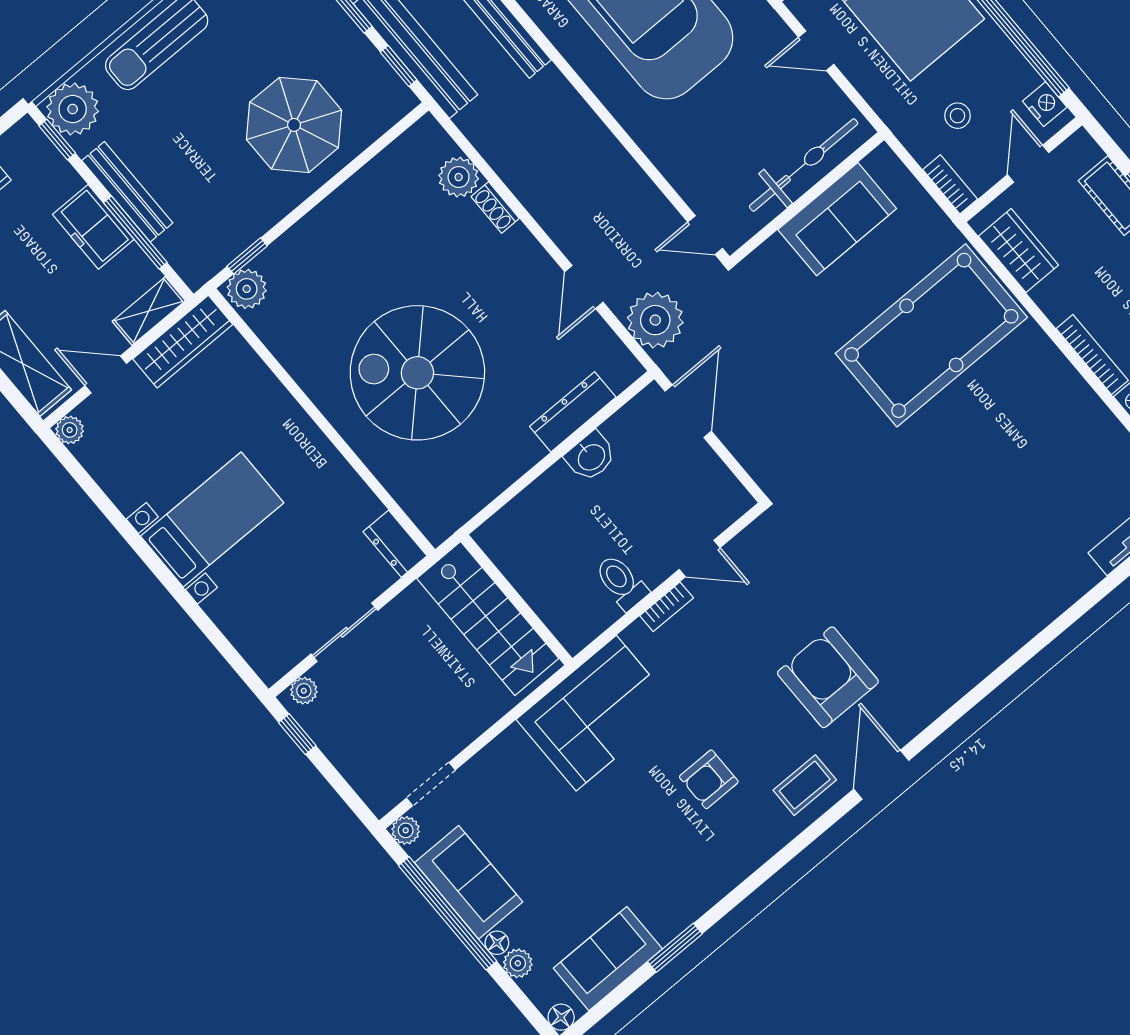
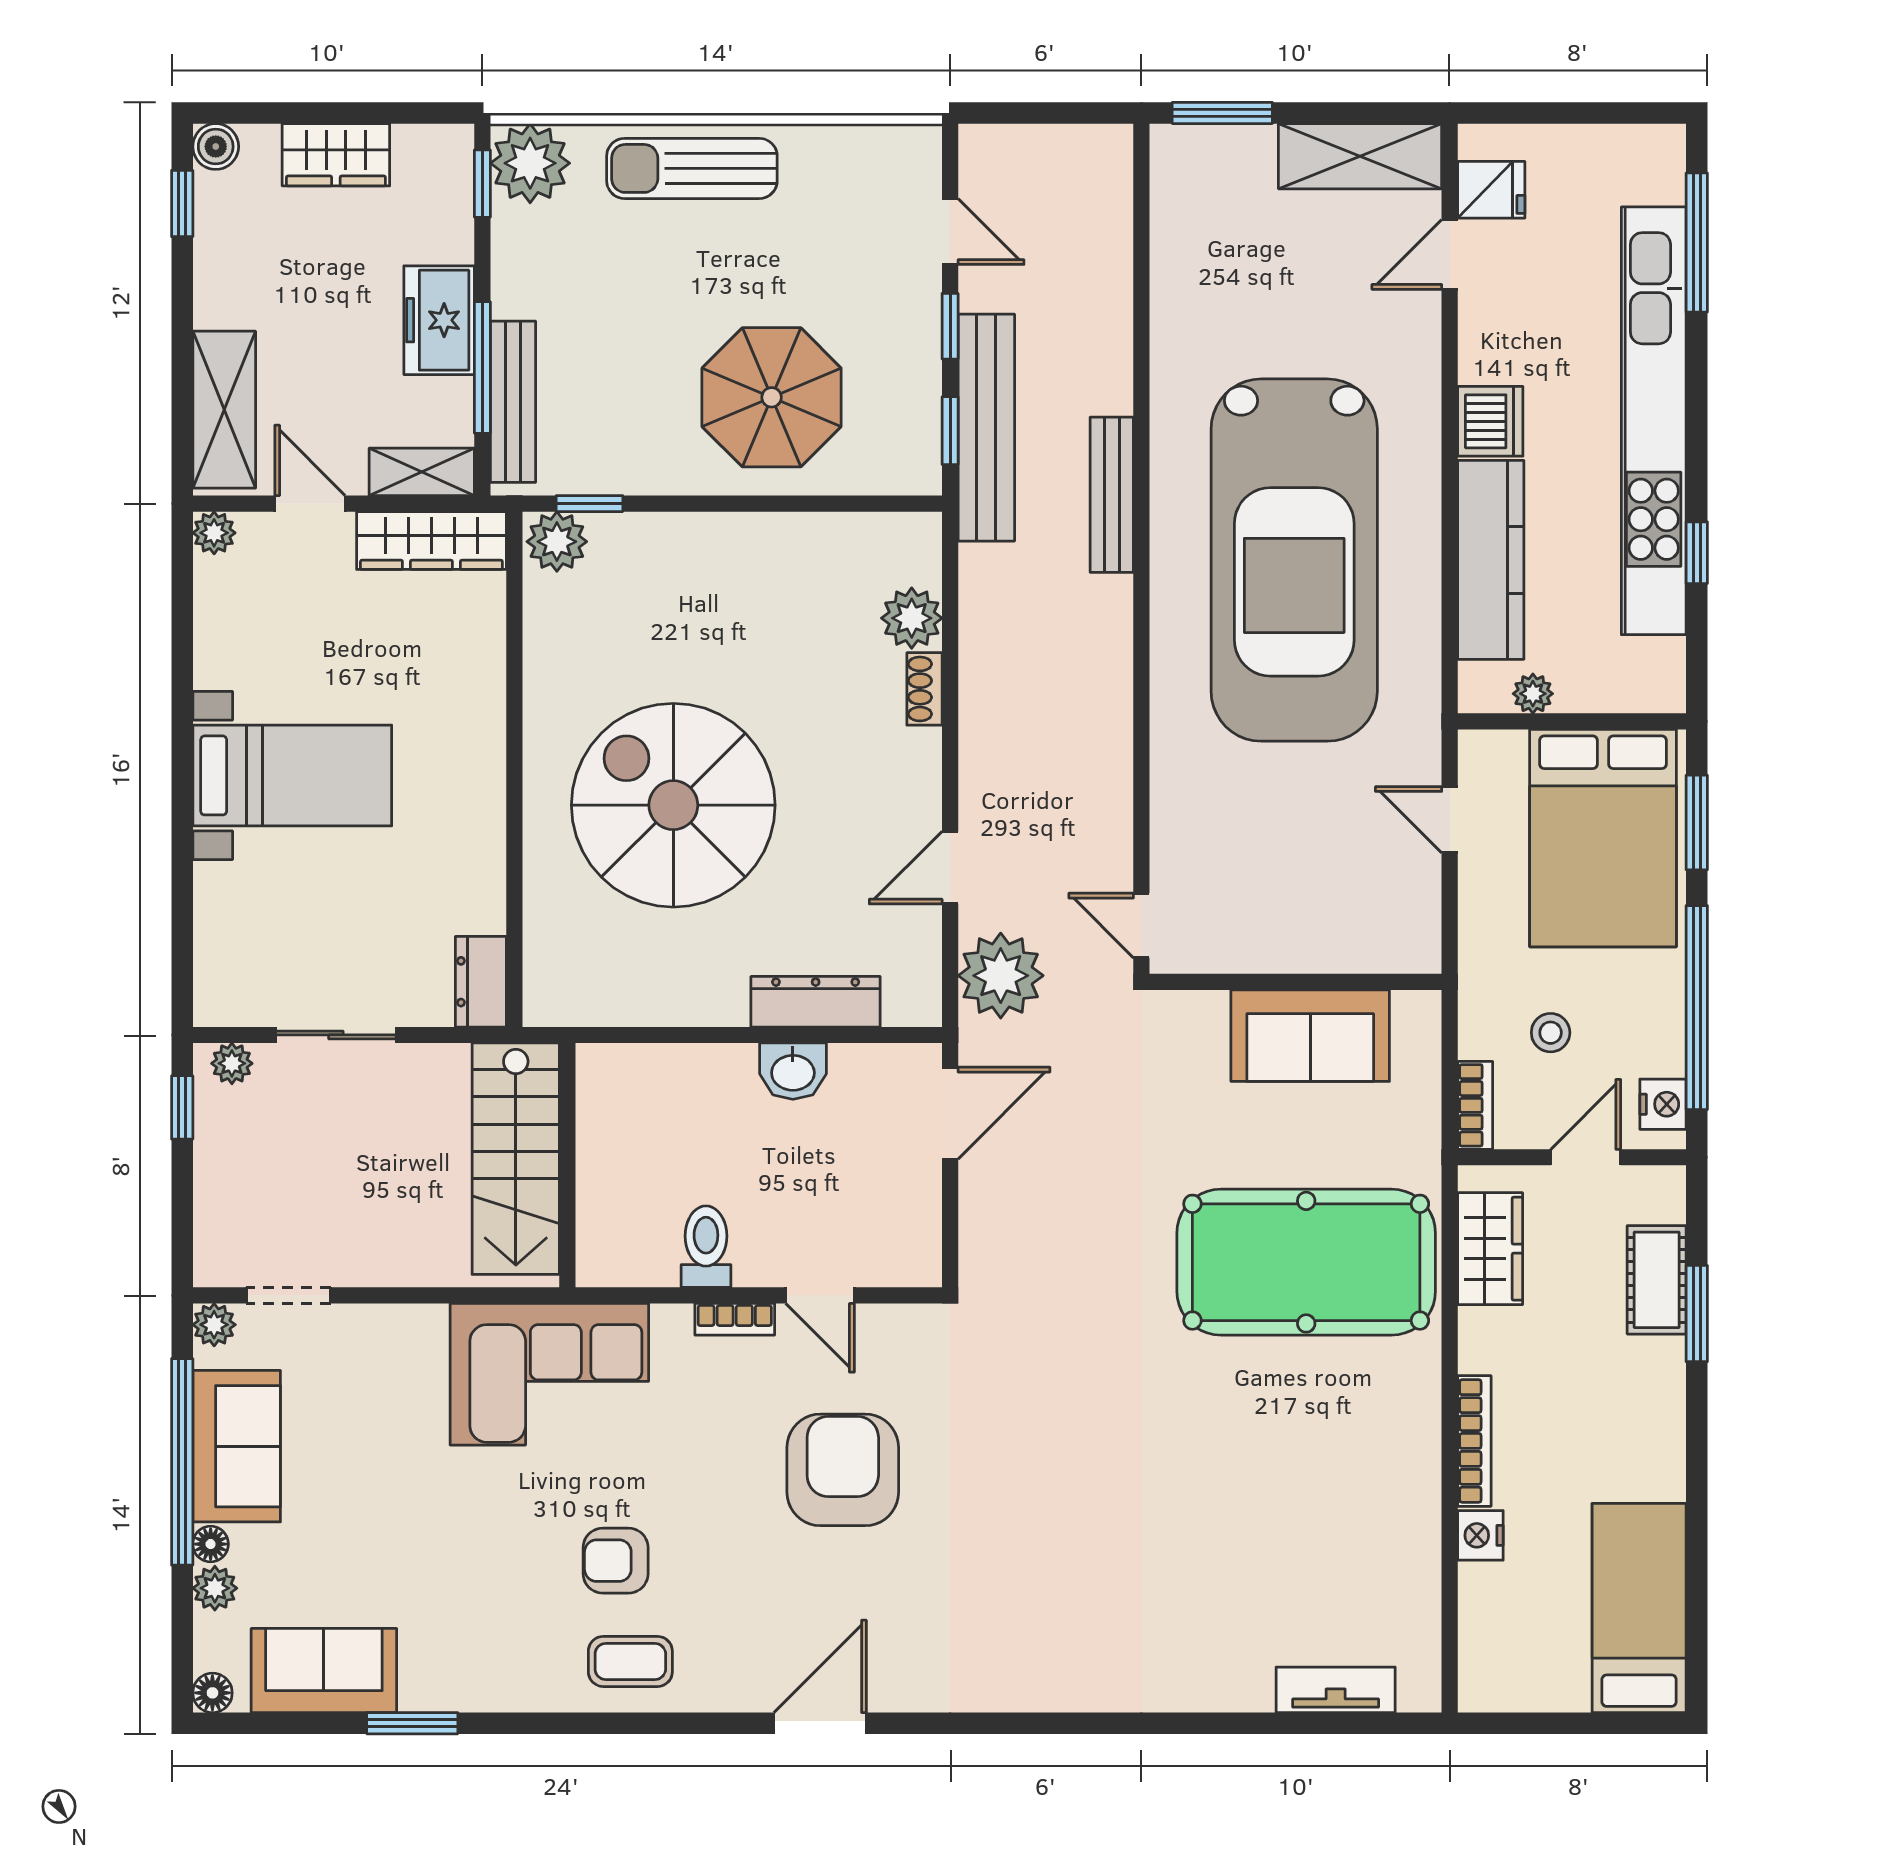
bicycle: (804, 165) -> (1324, 940), removed
bench: (127, 192) -> (513, 402), moved
armchair: (828, 677) -> (843, 1470), moved
coffee table: (805, 785) -> (630, 1661), moved

